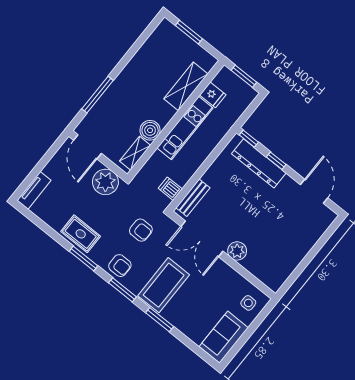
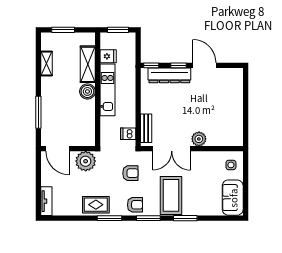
boiler: (150, 130) -> (87, 91), moved
shelving: (135, 153) -> (46, 63), moved
door: (314, 191) -> (204, 65), moved

